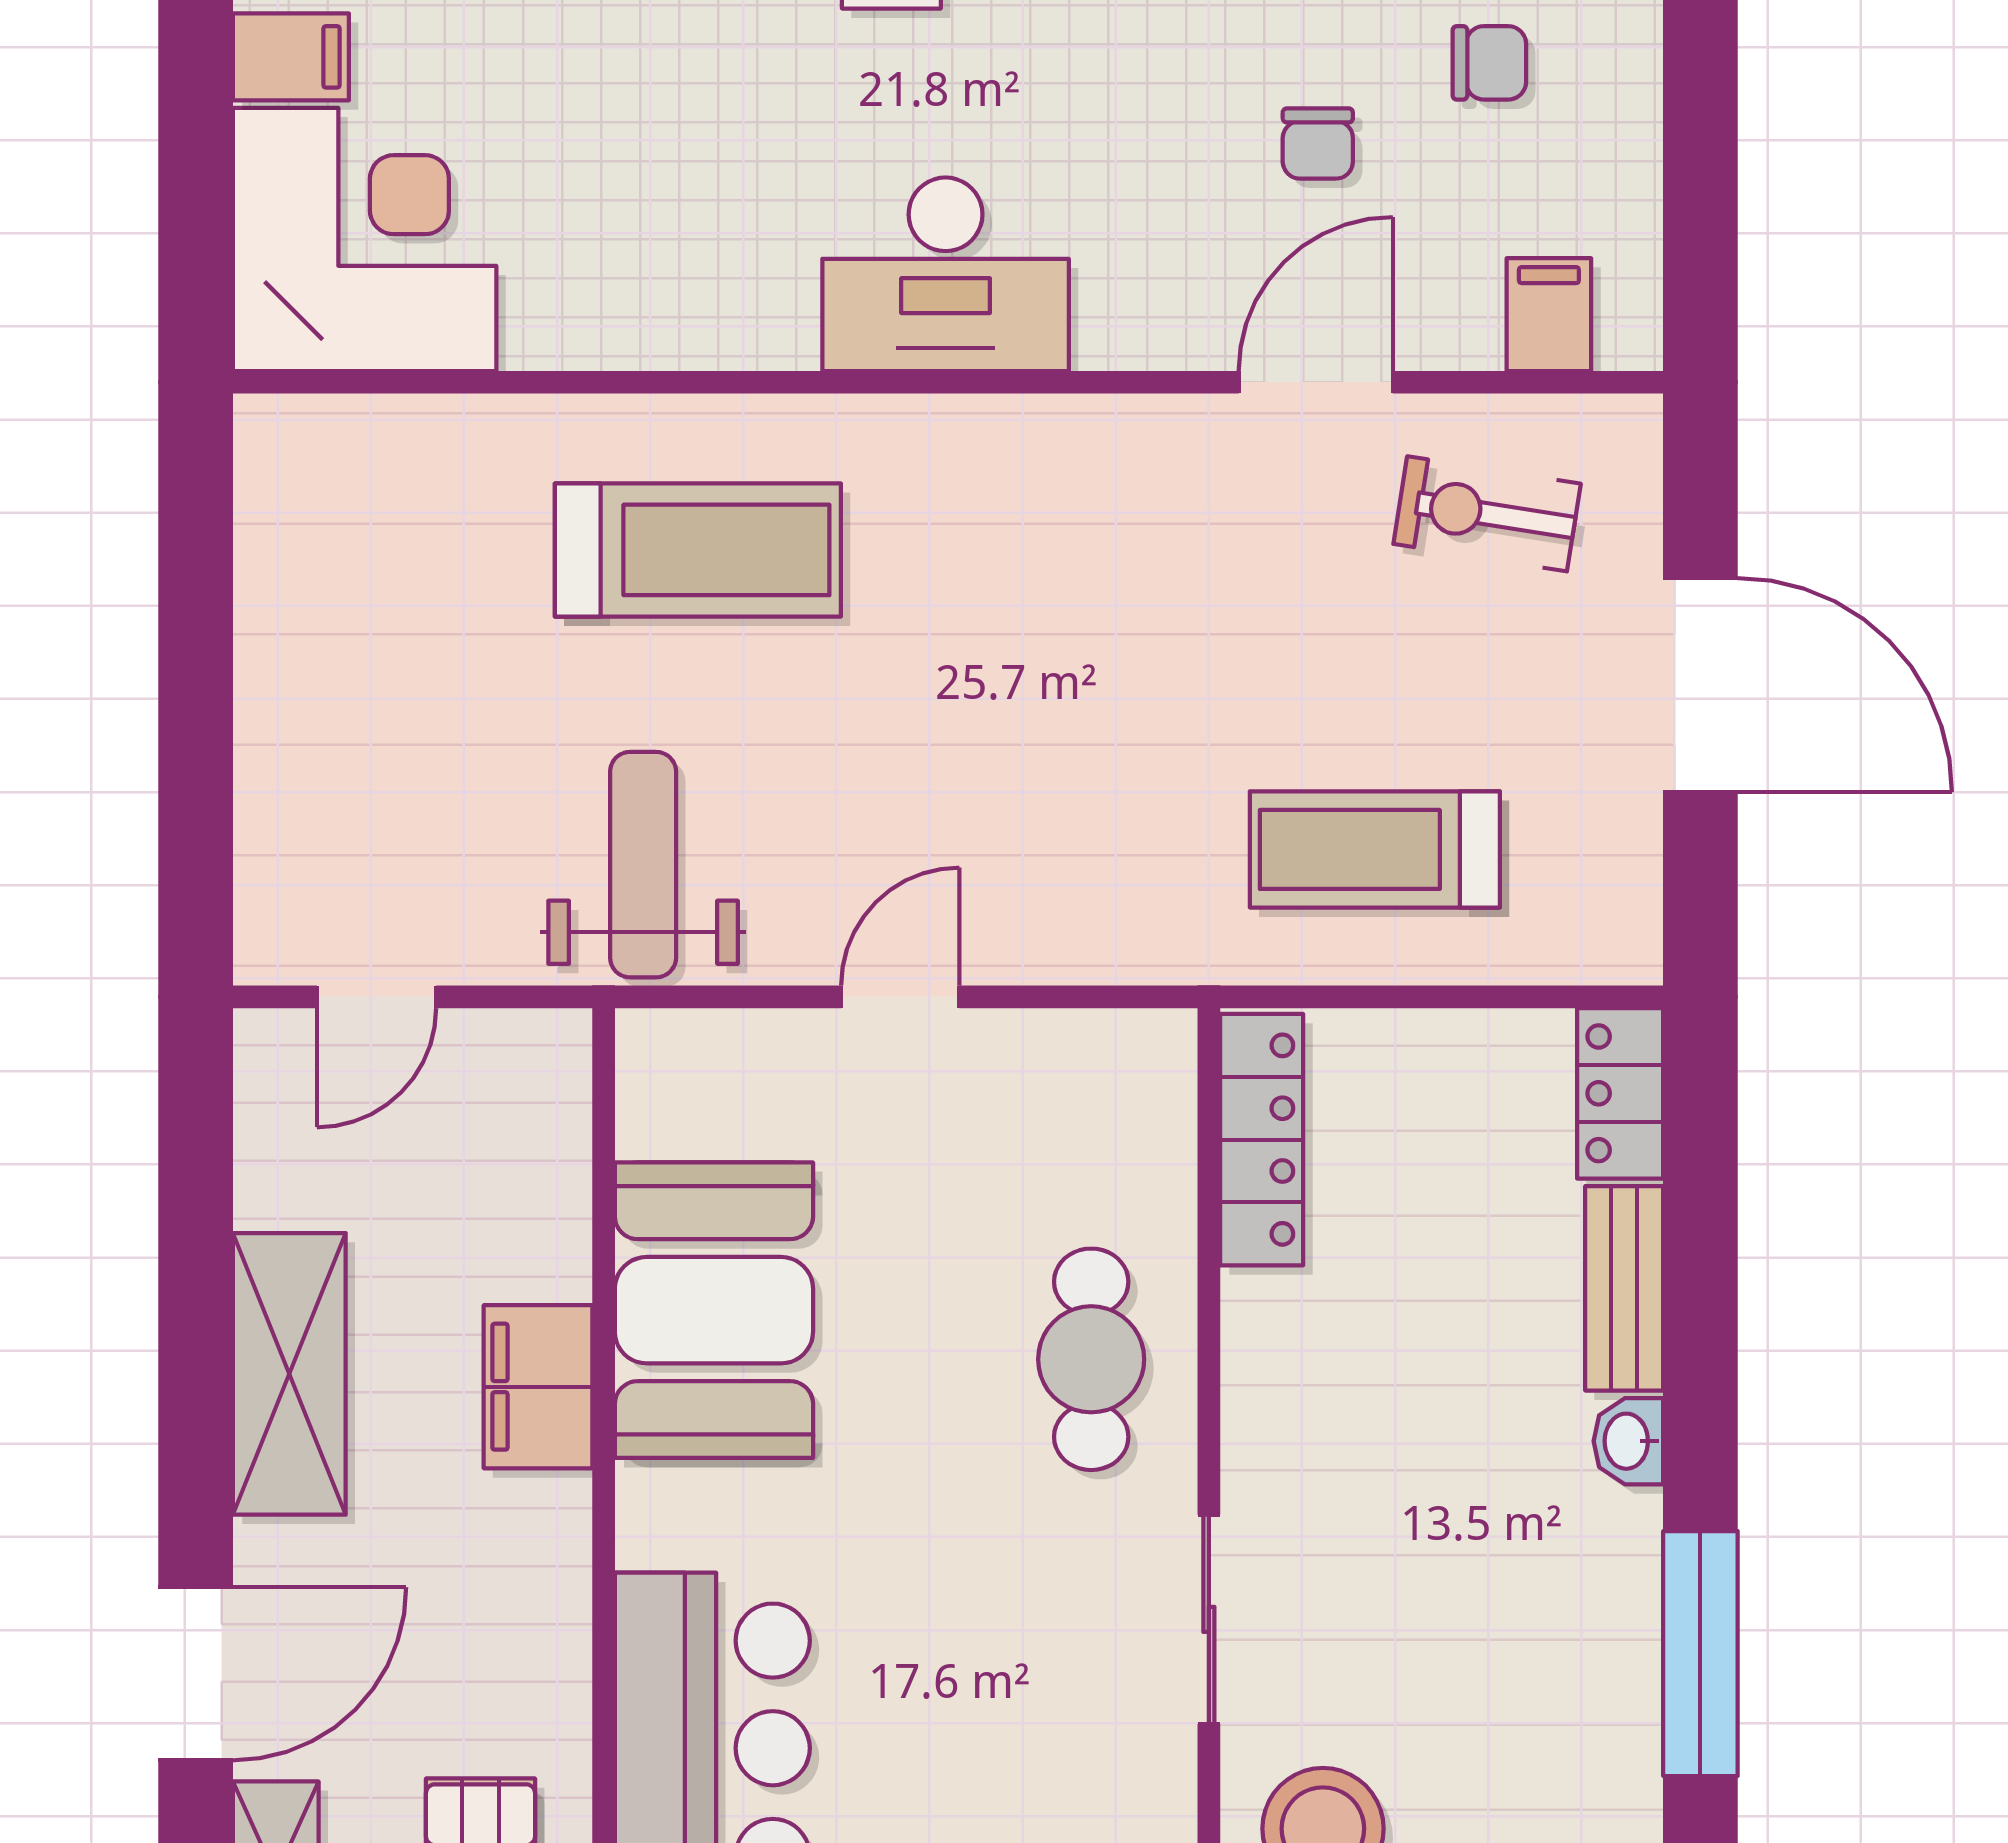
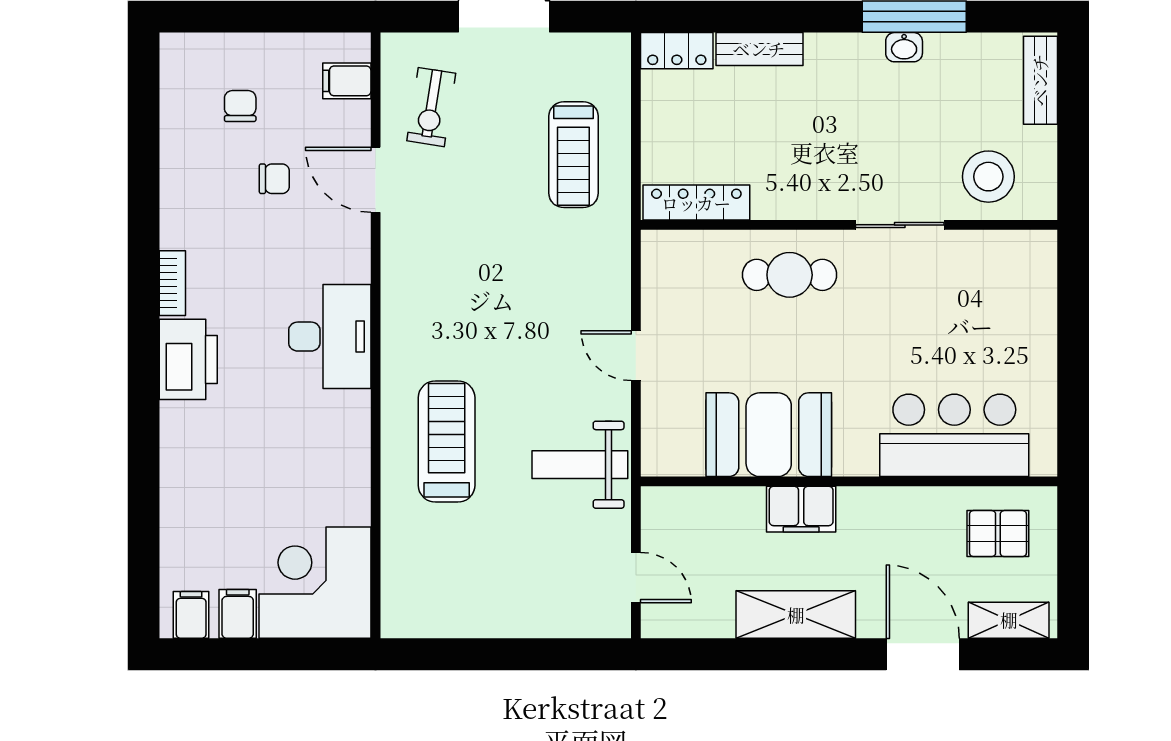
washbasin: (1628, 1441) -> (904, 47), moved

